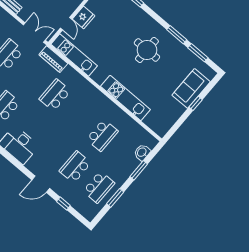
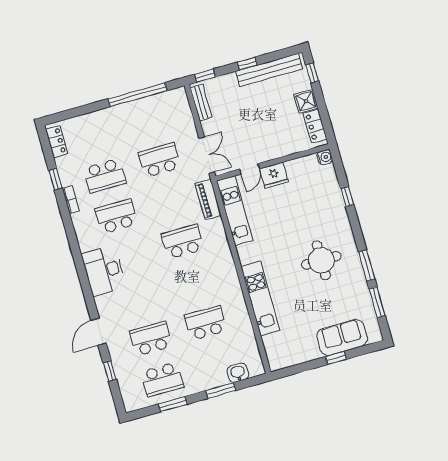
school desk: (102, 135) -> (206, 323), turned 180
door: (41, 184) -> (99, 332), hinge flipped

